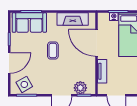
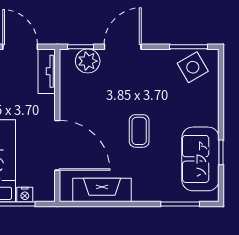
sofa: (29, 23) -> (200, 159), moved, turned -90
door: (9, 63) -> (221, 108), removed
tv unit: (102, 71) -> (47, 71), moved

